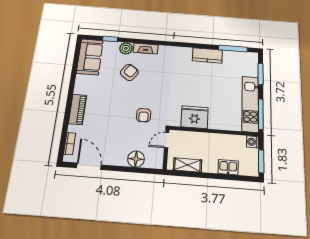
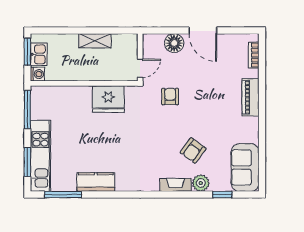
kitchen unit: (250, 104) -> (40, 156), moved
shelving: (188, 165) -> (95, 41), moved
door: (89, 166) -> (203, 30), moved
kitchen sink: (228, 167) -> (39, 54), moved, turned -90

